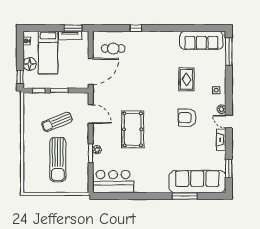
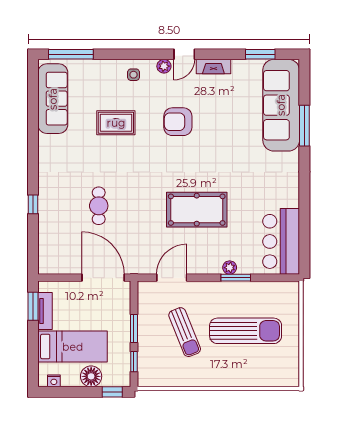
cafe table: (113, 48) -> (99, 206), moved
armchair: (187, 118) -> (178, 122), turned 90

